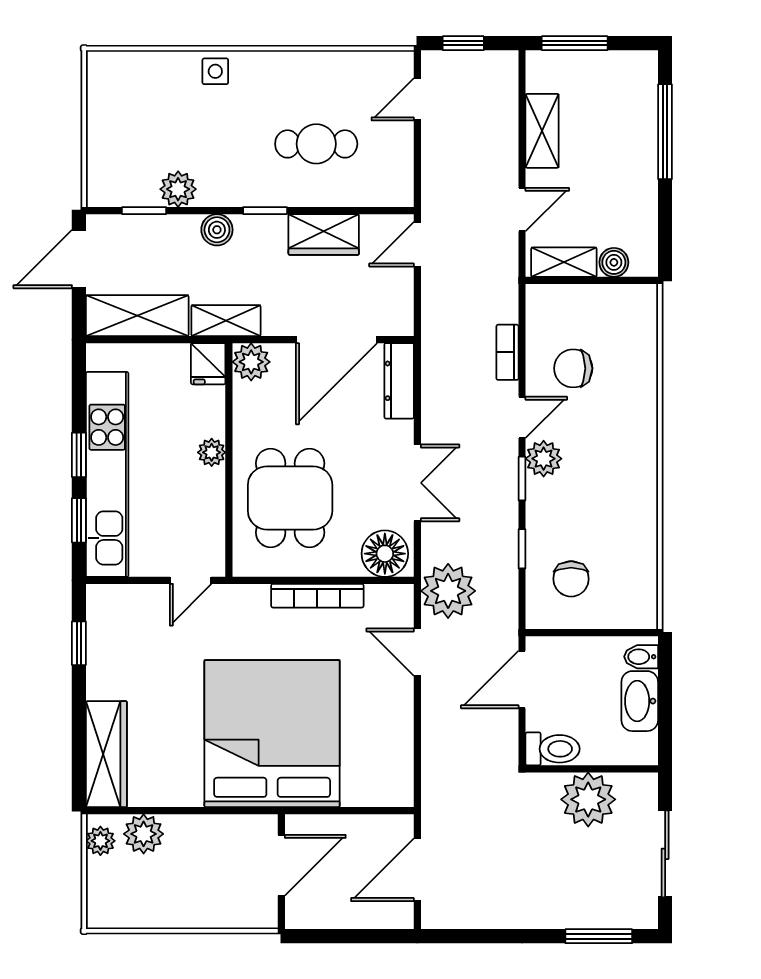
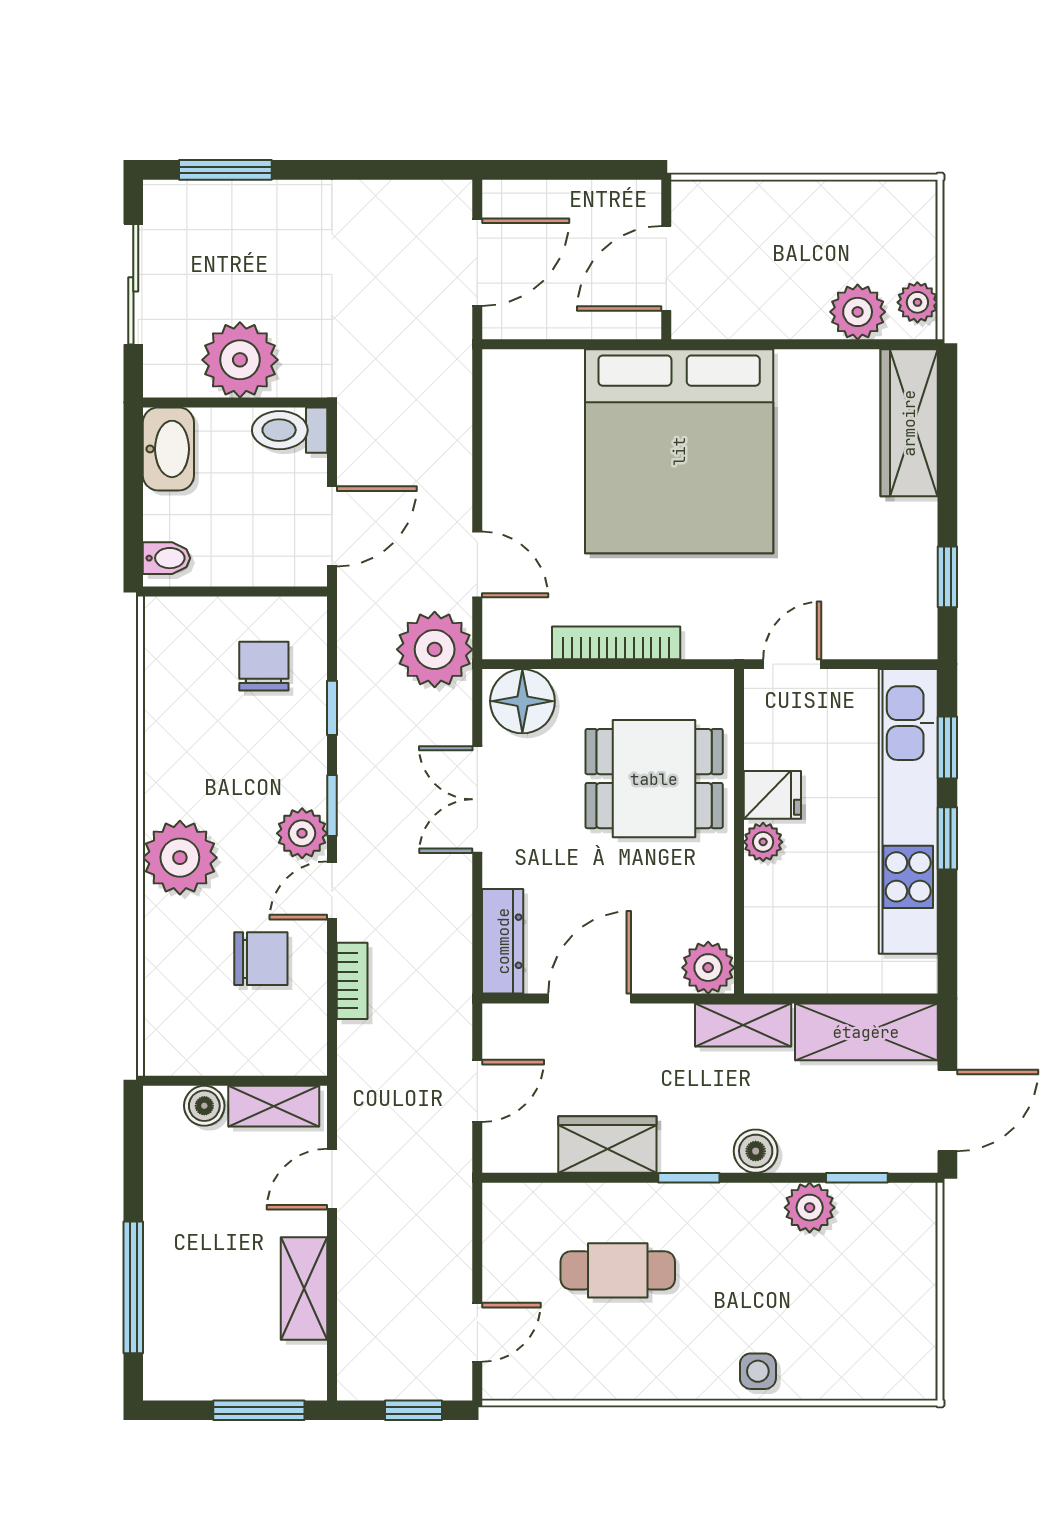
door: (417, 244) -> (477, 1091), moved
door: (336, 340) -> (590, 998), width x0.73
fridge: (208, 364) -> (772, 795), moved, turned 90
plant: (631, 441) -> (180, 858), added
dining table: (290, 498) -> (654, 779), turned 90
washbasin: (640, 701) -> (168, 449), moved

